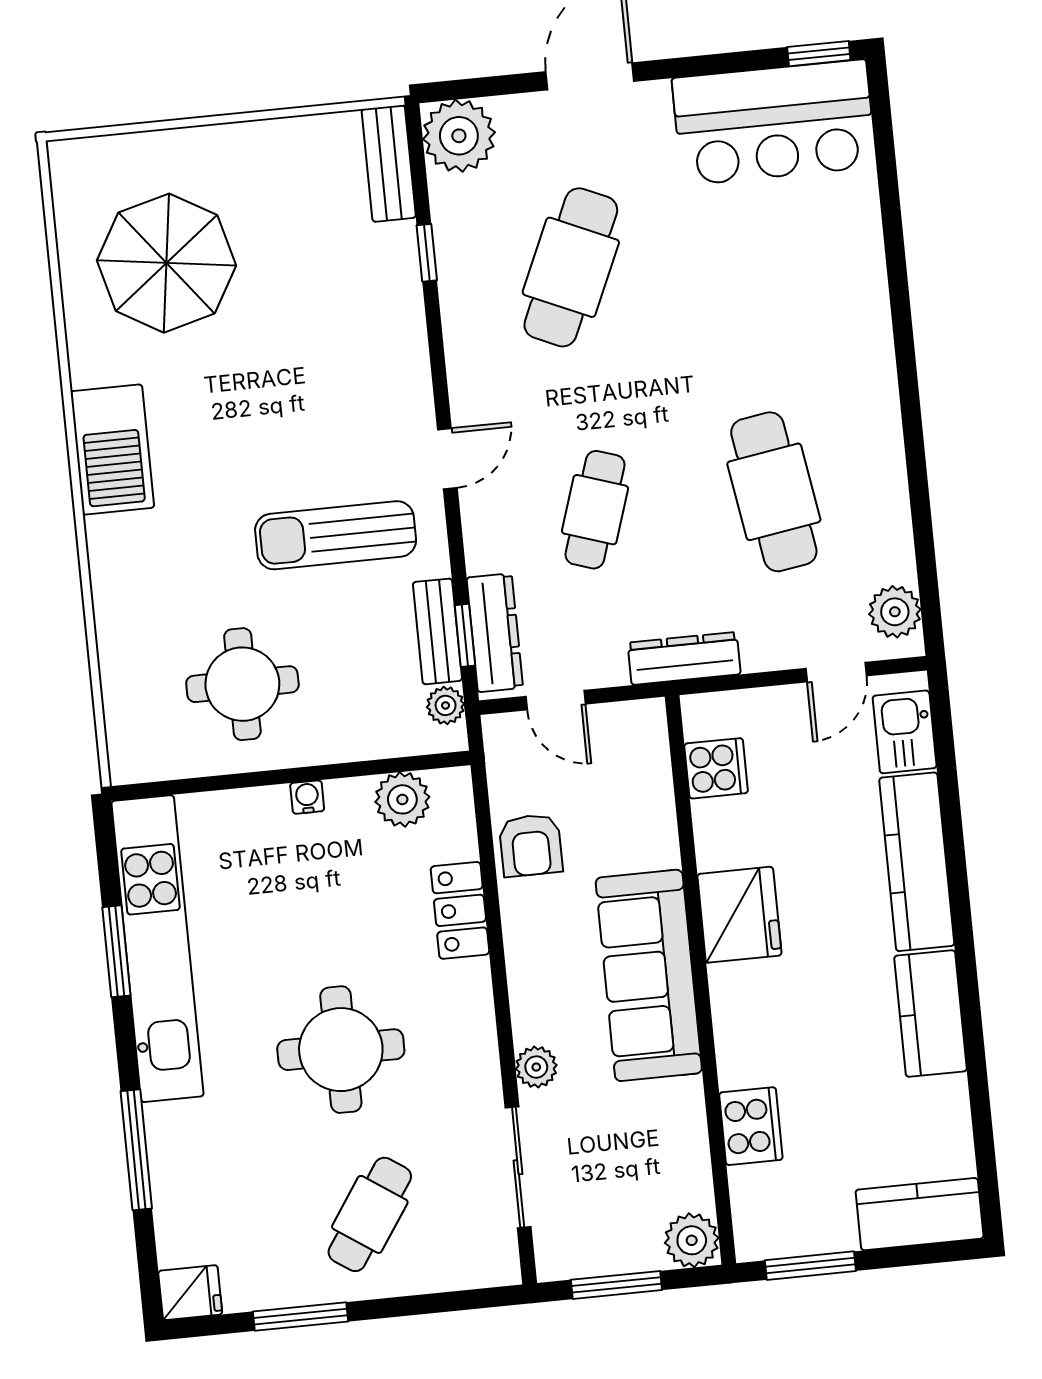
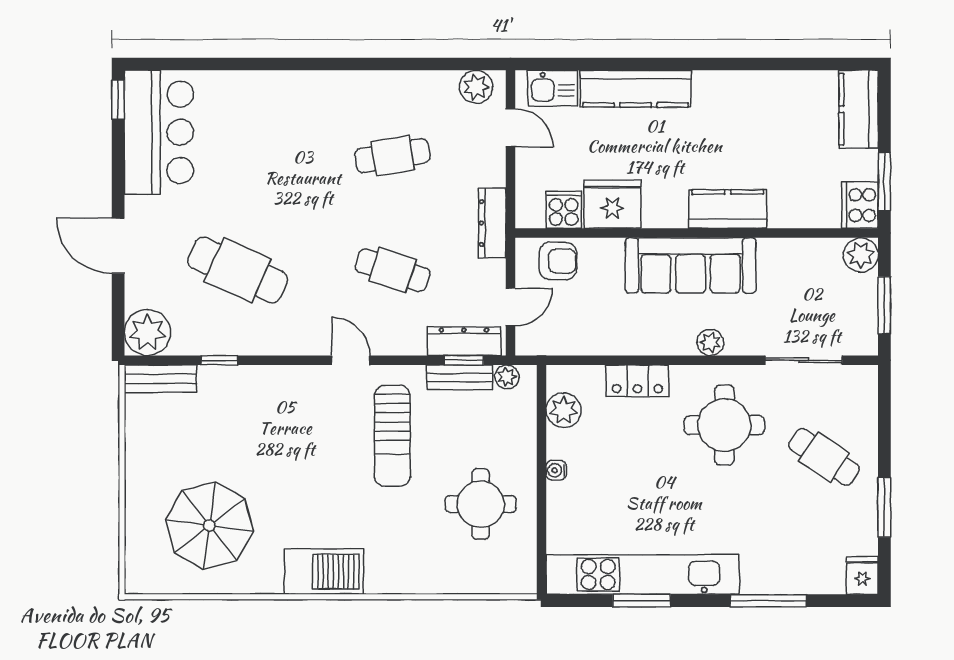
cafe table: (774, 492) -> (393, 156), width x0.73, depth x0.74
armchair: (531, 845) -> (558, 261), moved
fridge: (739, 915) -> (612, 204), moved
kitchen counter: (930, 1013) -> (728, 209), moved, turned 180
round table: (341, 1050) -> (724, 425), moved
plant: (536, 1067) -> (710, 342), moved
cooker: (751, 1126) -> (860, 205), moved, turned -90

